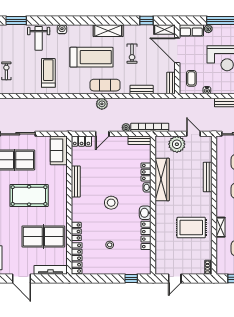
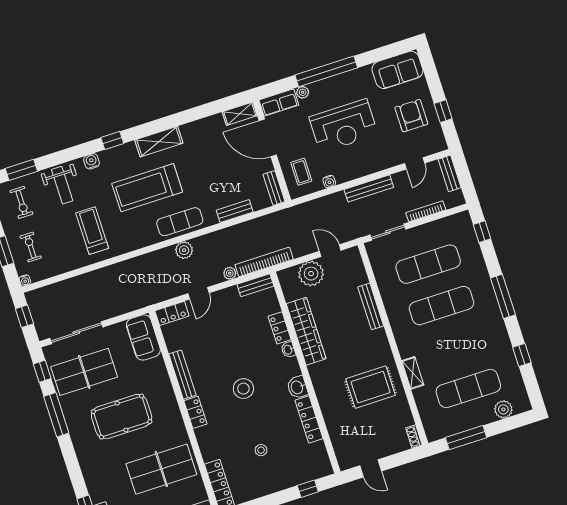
window: (147, 21) -> (112, 141), moved
exercise bike: (132, 54) -> (21, 202), moved
treadmill: (91, 57) -> (147, 188), turned 180
locker: (76, 231) -> (195, 412), moved
door: (175, 279) -> (371, 468), hinge flipped

